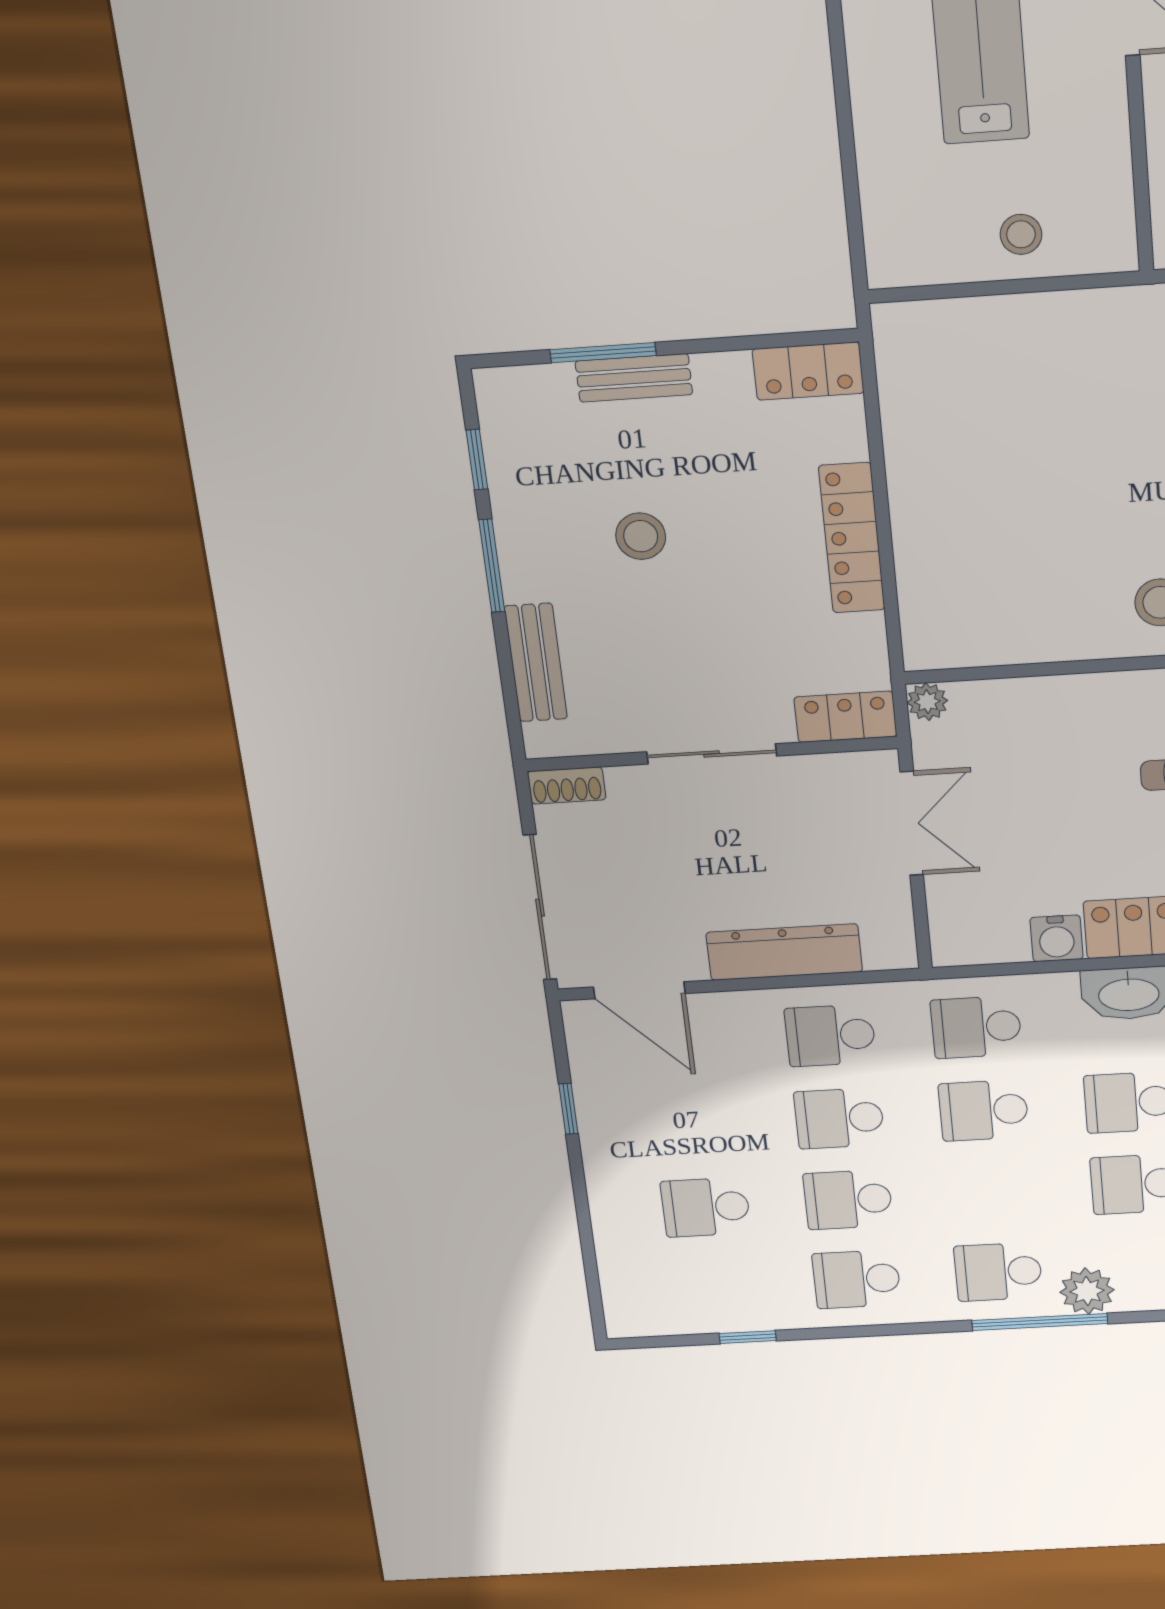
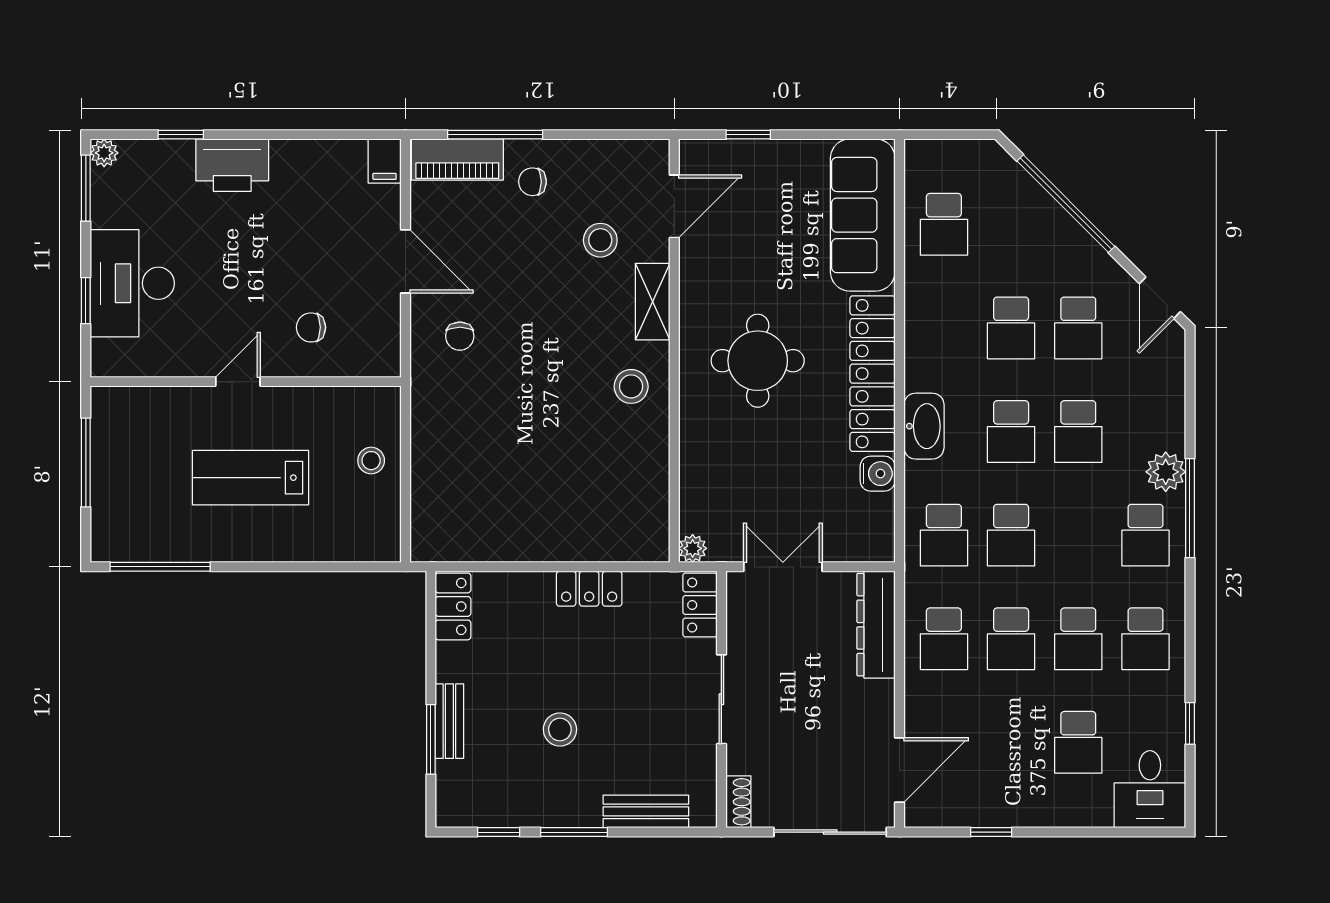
locker: (852, 538) -> (589, 589), width x0.66
dresser: (784, 952) -> (876, 625), moved
desk: (653, 1295) -> (1150, 789), added

